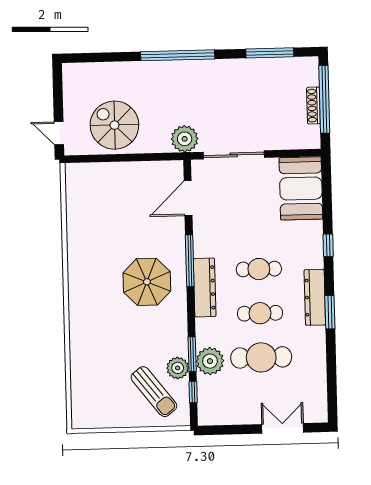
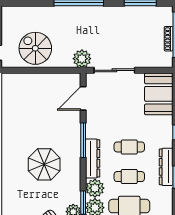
parasol: (147, 282) -> (44, 164), moved
plant: (209, 332) -> (95, 188), added

